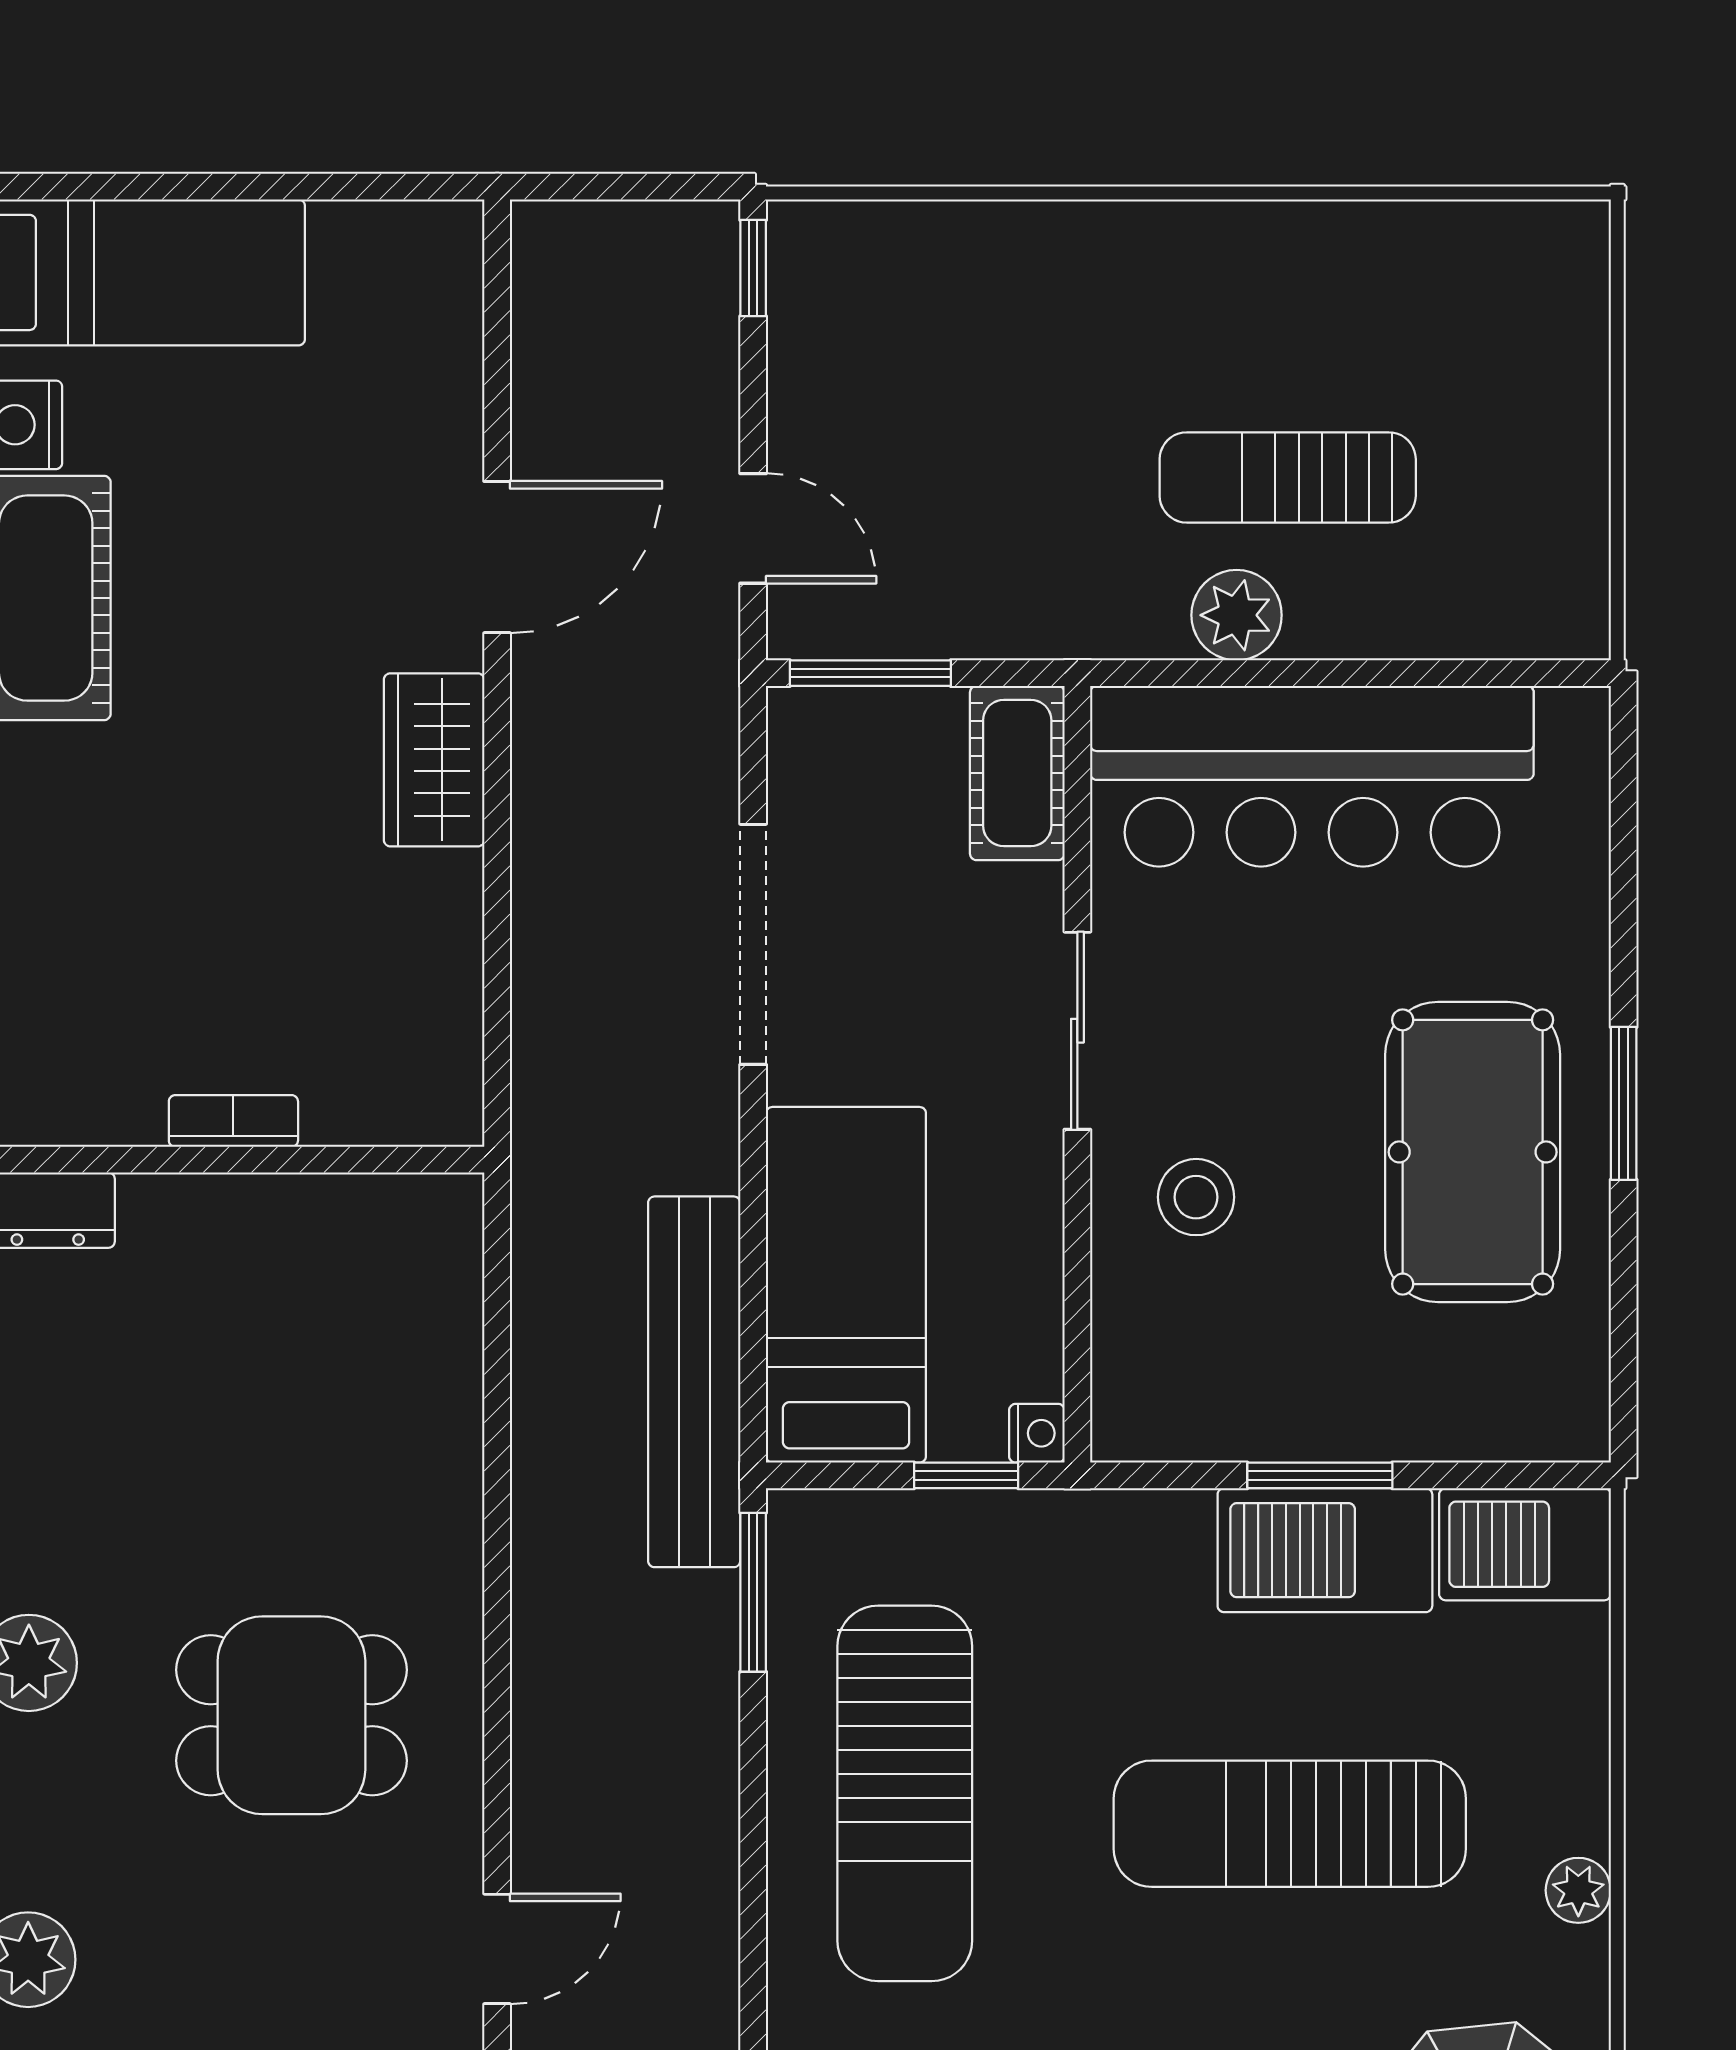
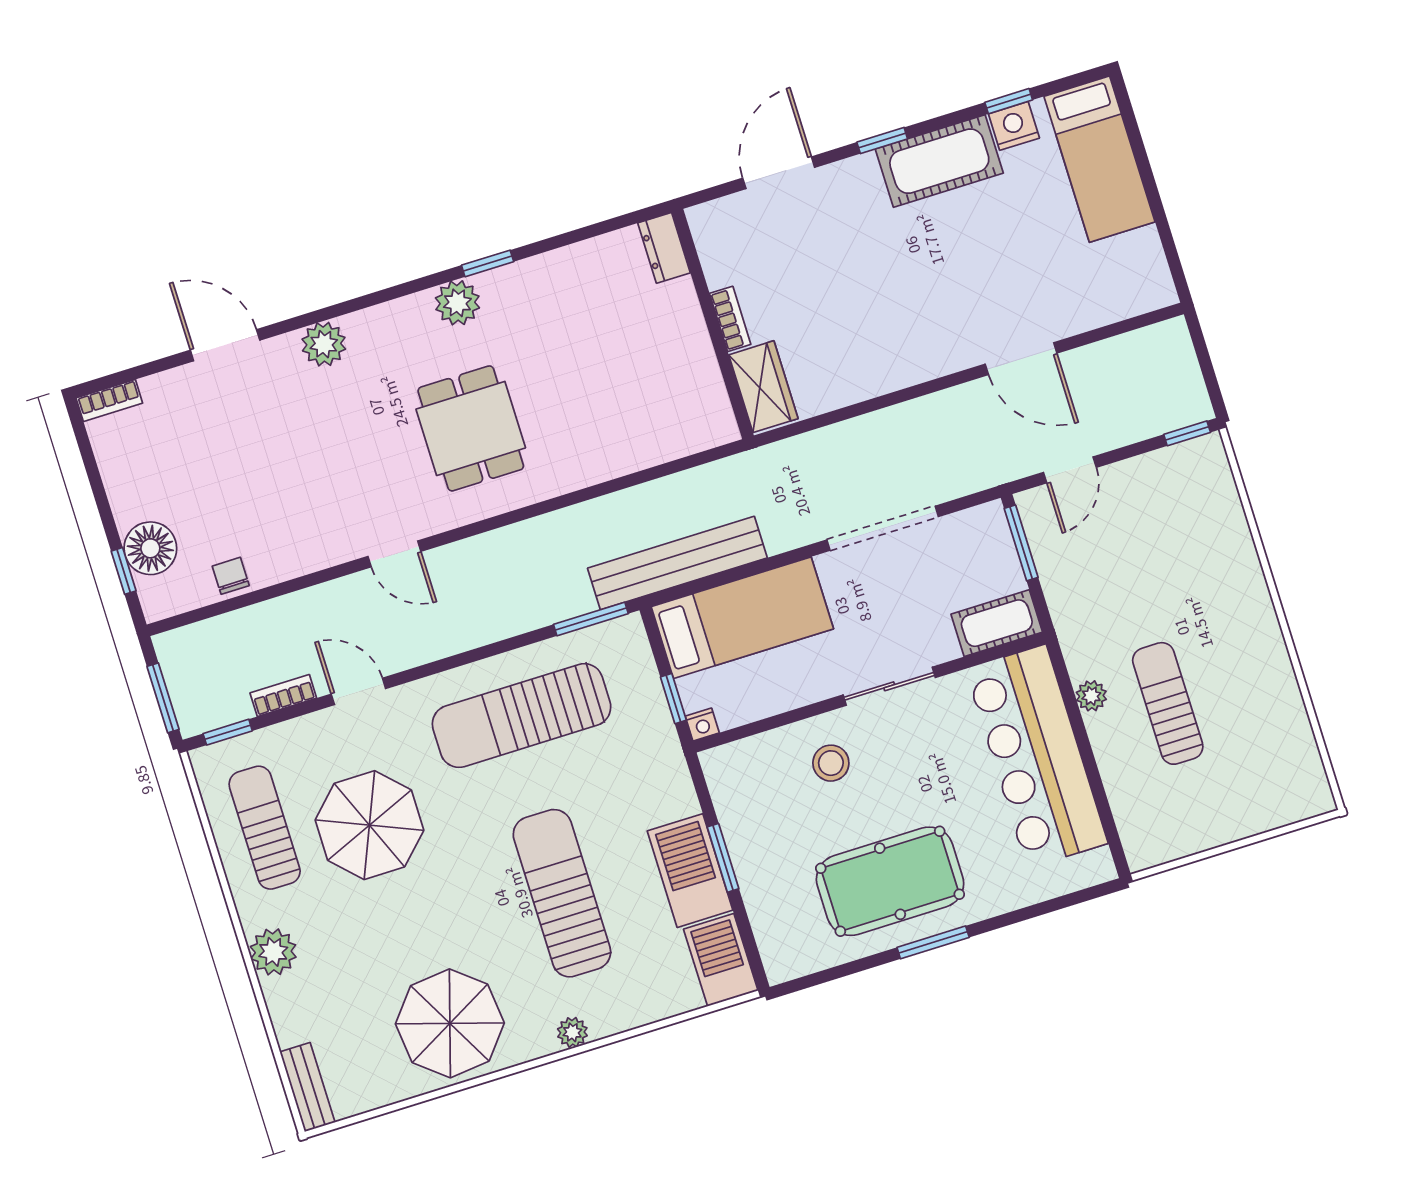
plant: (1237, 615) -> (1091, 696), width x0.73, depth x0.73
wardrobe: (434, 760) -> (763, 387), moved, turned 90

